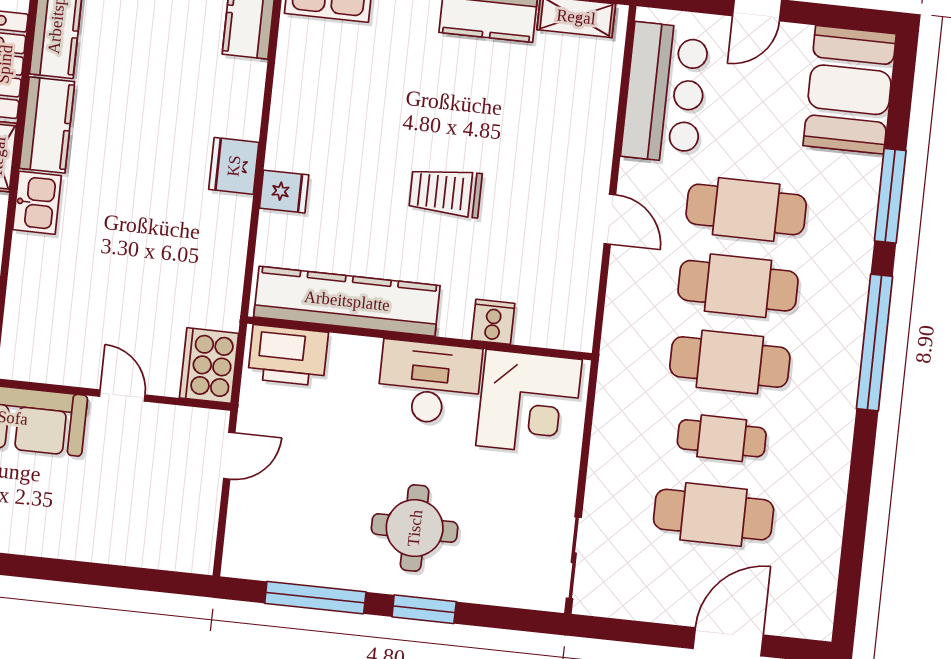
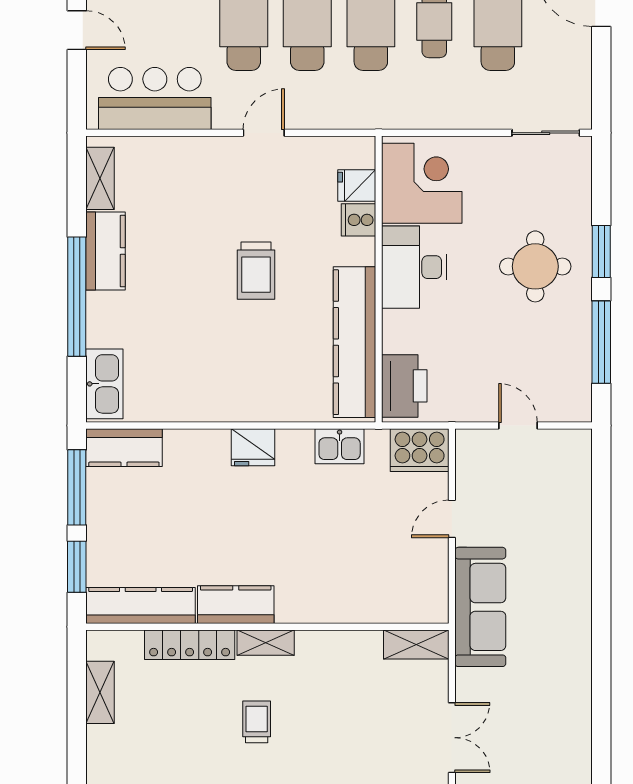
fridge: (284, 192) -> (357, 185), moved, turned -90
kitchen sink: (37, 203) -> (340, 446), moved, turned 180
door: (229, 456) -> (518, 425), moved

